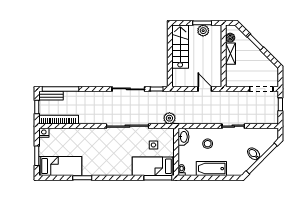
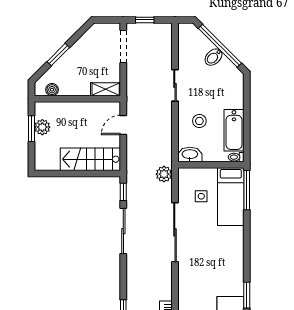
stairs: (180, 47) -> (90, 159), moved
shelving: (230, 54) -> (106, 89), moved
bathtub: (211, 169) -> (234, 130), moved

